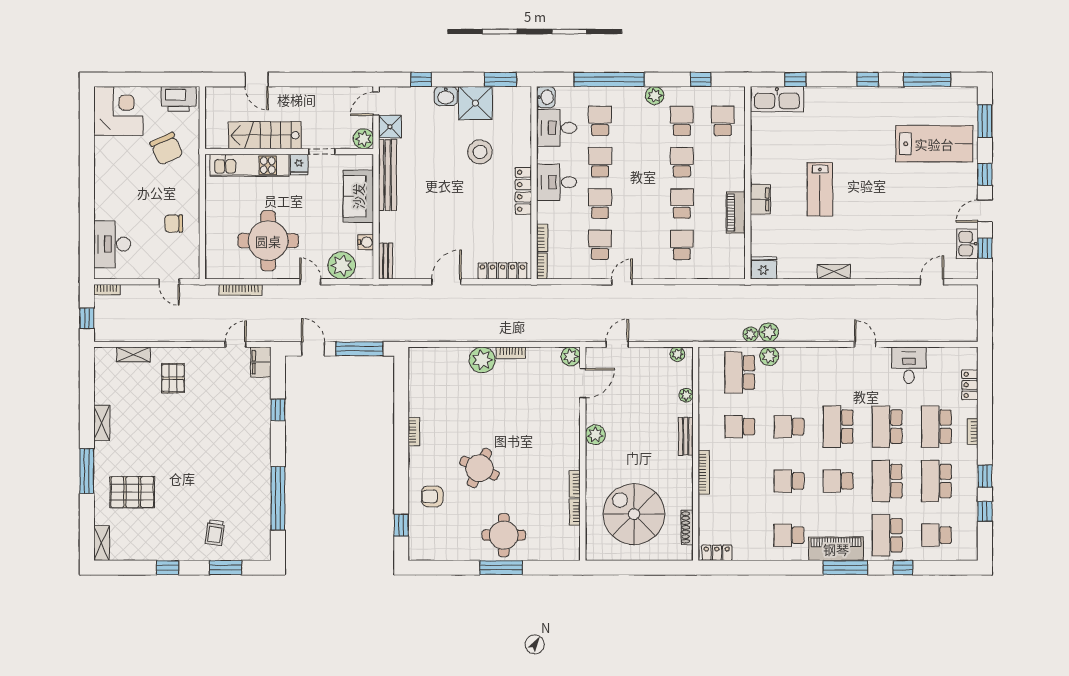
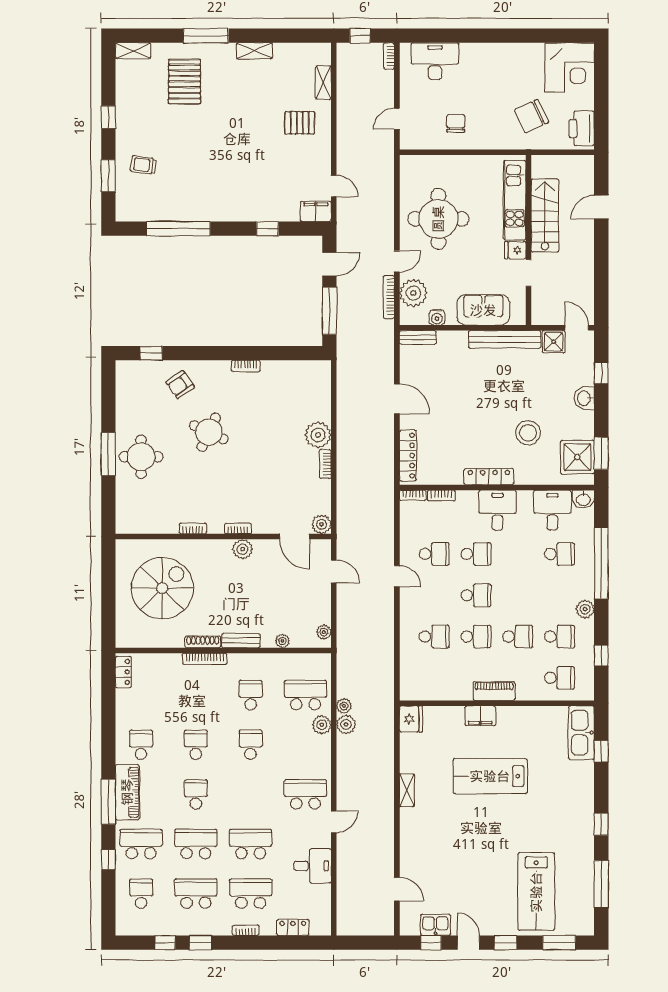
shower: (475, 103) -> (577, 457), moved
plant: (363, 139) -> (541, 315), removed
school desk: (600, 162) -> (476, 595), moved
lab bench: (820, 189) -> (490, 776), width x1.36, depth x1.39
piano: (736, 213) -> (494, 691), moved
bookcase: (240, 290) -> (389, 297), moved
school desk: (838, 427) -> (305, 794), moved
armchair: (432, 496) -> (180, 385), turned -125
bookcase: (575, 512) -> (238, 529), moved
shoe rack: (687, 527) -> (203, 642), moved

